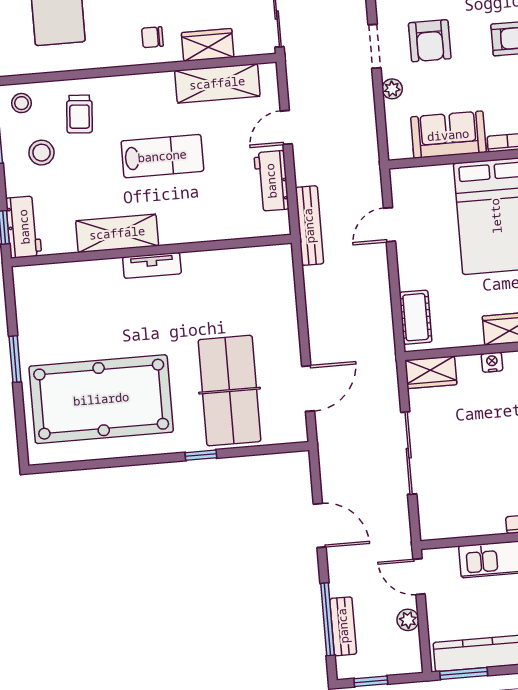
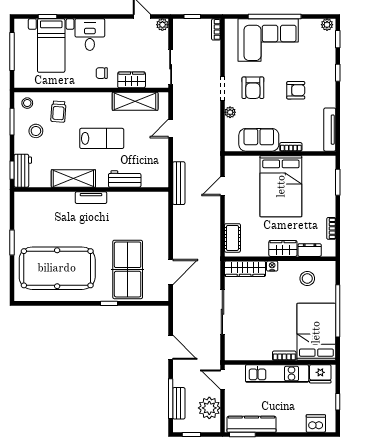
workbench: (271, 181) -> (125, 179), moved, turned 90
wardrobe: (431, 372) -> (245, 269), width x1.50
plant: (408, 620) -> (209, 408), width x1.88, depth x1.88

